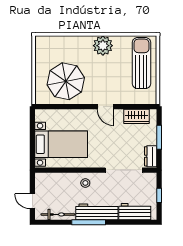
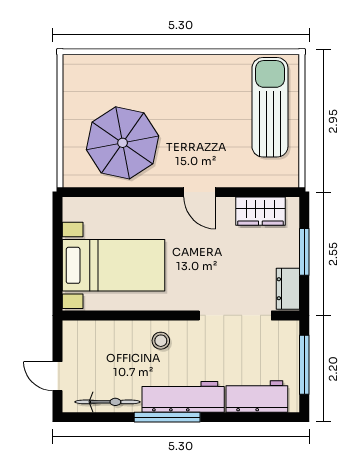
plant: (103, 46) -> (195, 73), removed
window: (159, 195) -> (304, 365), width x2.17

